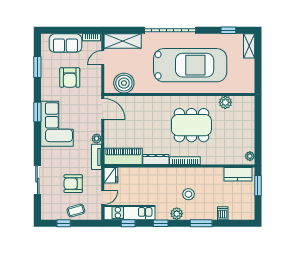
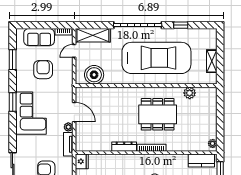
window: (228, 30) -> (181, 25), moved
shelving: (249, 46) -> (212, 61), moved
armchair: (70, 78) -> (43, 70), turned 180
door: (103, 109) -> (74, 112), moved
piano: (123, 156) -> (93, 144), removed

